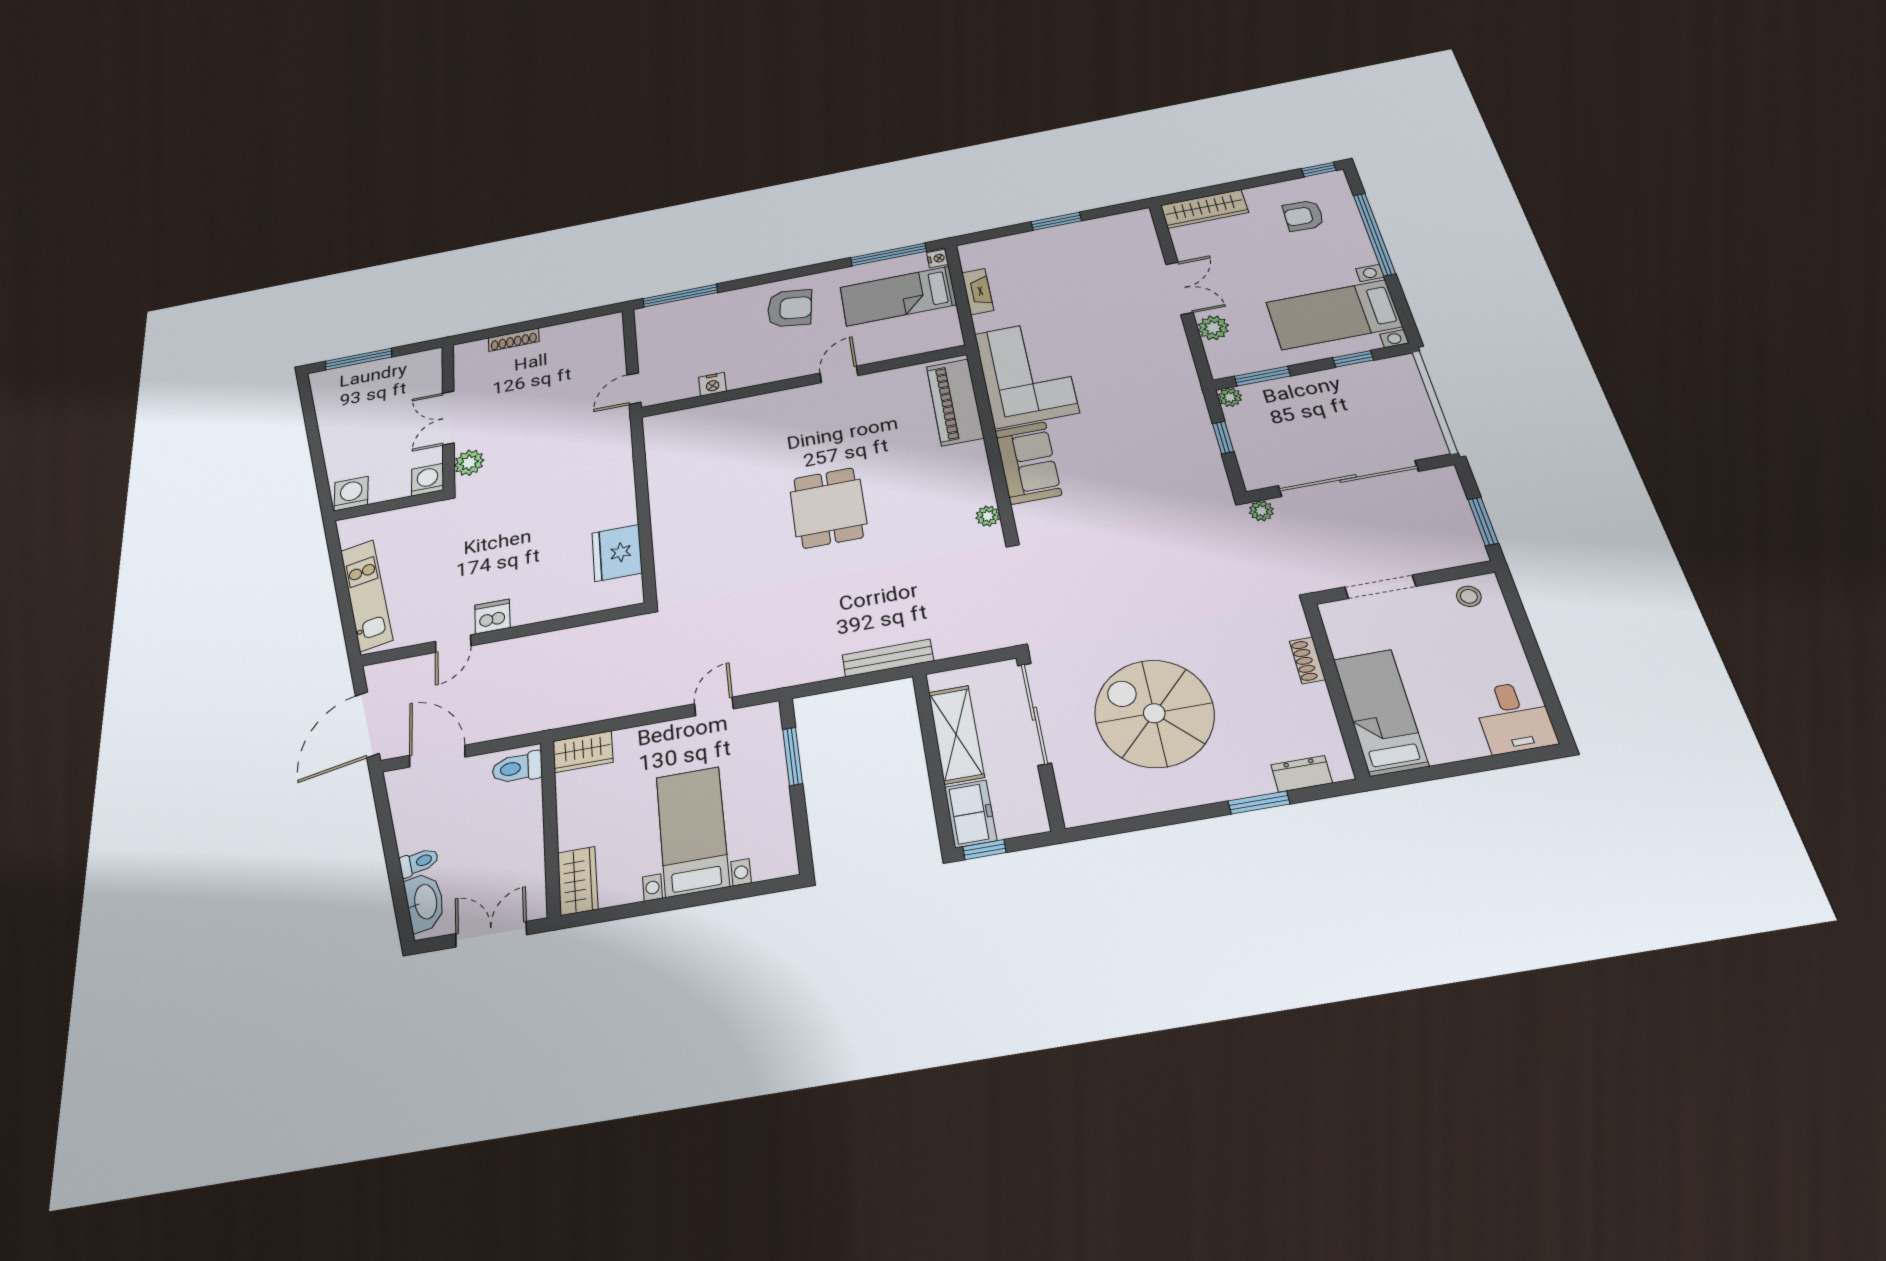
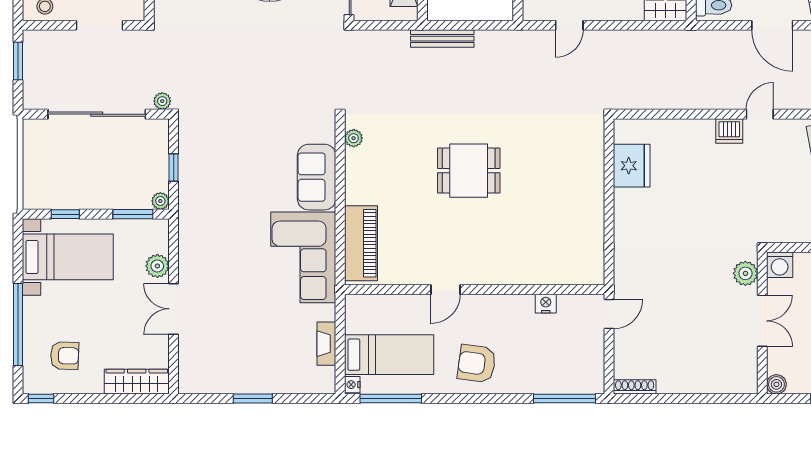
shoe rack: (514, 340) -> (635, 387), moved
boiler: (431, 358) -> (776, 384), added
dining table: (828, 508) -> (469, 171), turned 90

